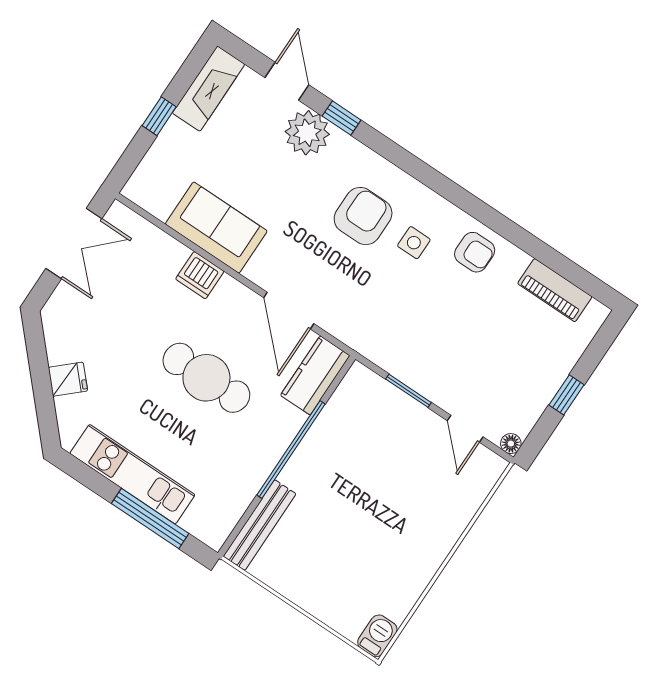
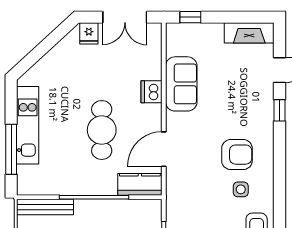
window: (159, 116) -> (190, 17), moved
plant: (307, 133) -> (260, 98), removed
fridge: (68, 379) -> (89, 33), moved, turned 43

